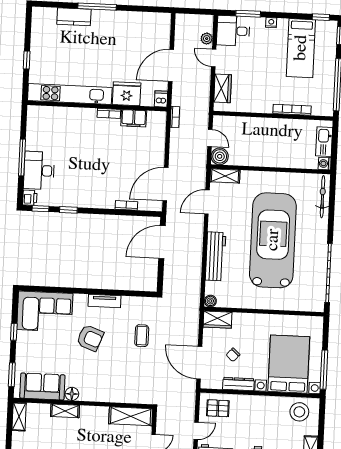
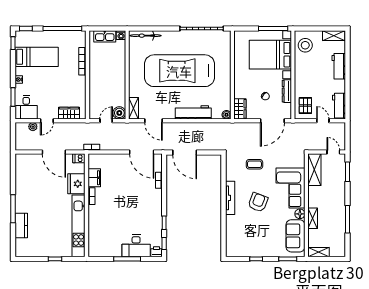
tv unit: (104, 301) -> (230, 198), width x1.41
corner sofa: (45, 312) -> (290, 188), moved, turned 180

